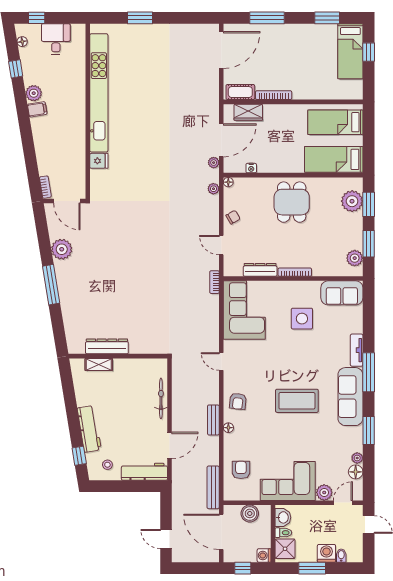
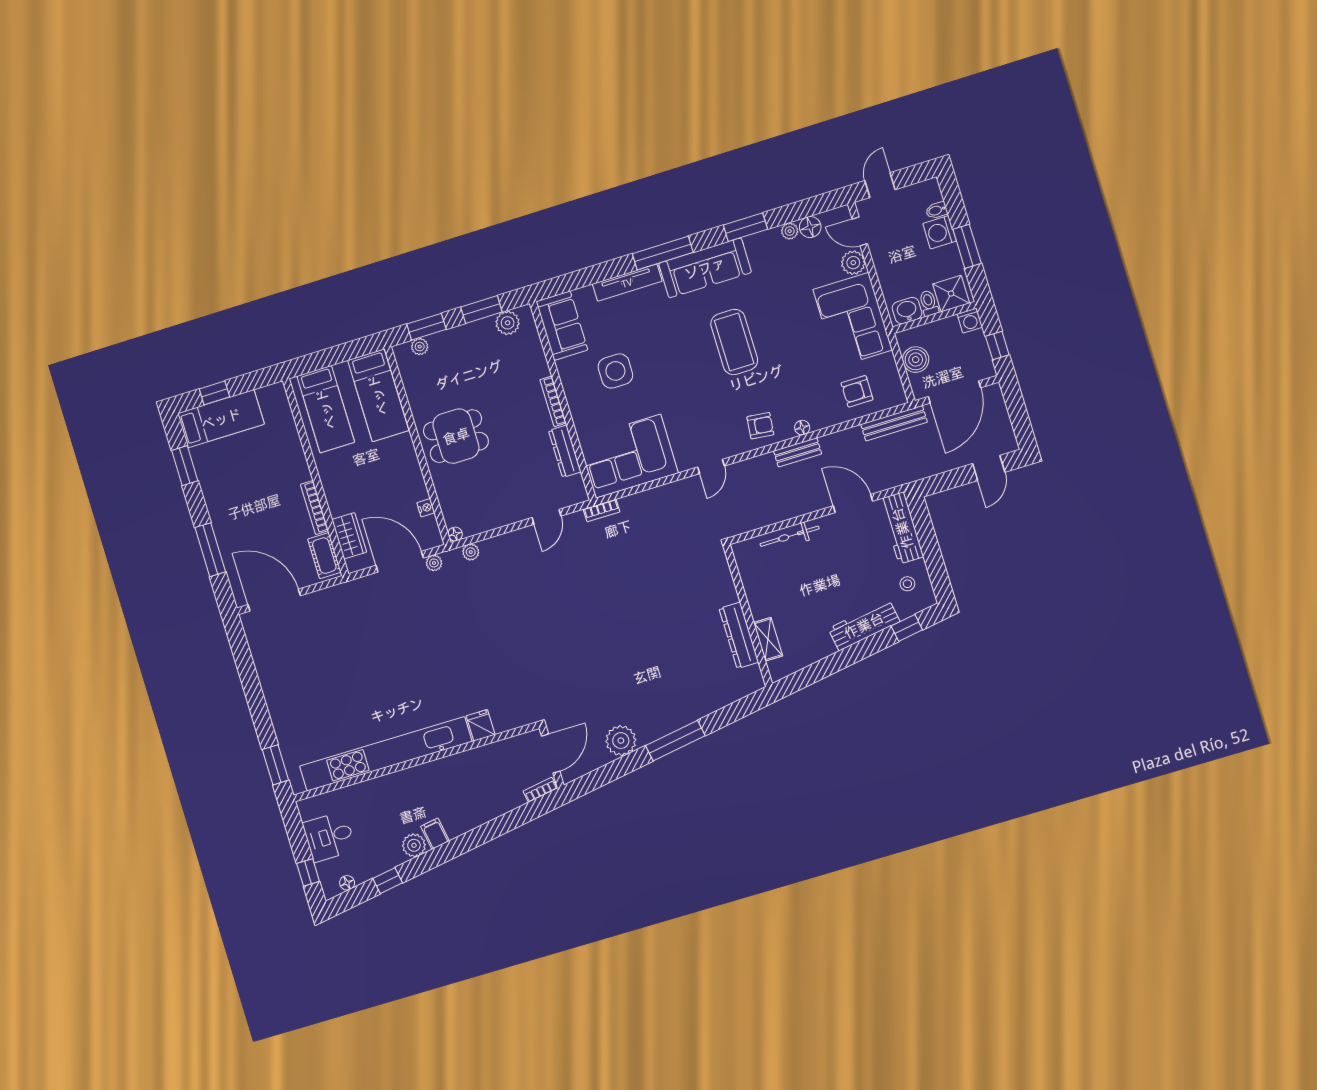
window: (140, 18) -> (275, 765), moved
plant: (352, 201) -> (420, 347), width x0.53, depth x0.53
chair: (233, 217) -> (502, 512), removed
tv unit: (357, 350) -> (627, 283), width x1.41

